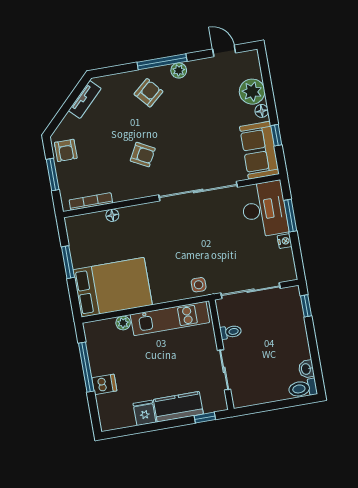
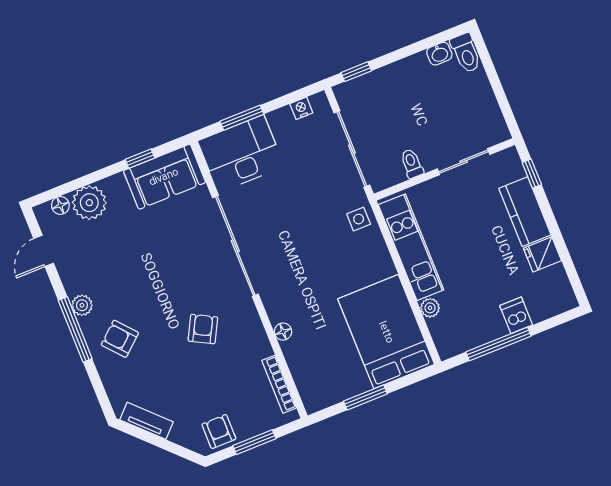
floor lamp: (262, 111) -> (60, 205), moved
armchair: (66, 150) -> (219, 432), turned -90
floor lamp: (112, 215) -> (283, 332), moved
nightstand: (285, 241) -> (301, 108), moved

